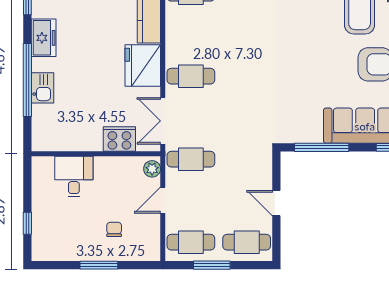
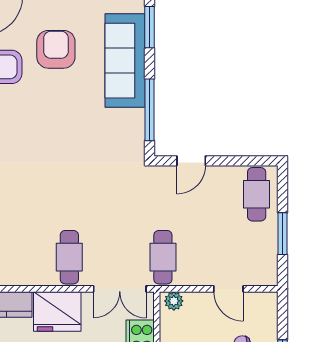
door: (163, 200) -> (228, 289), moved
door: (276, 203) -> (191, 161), moved
cafe table: (191, 242) -> (257, 257), removed

